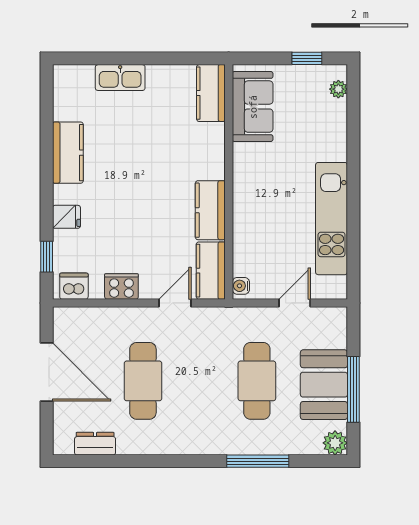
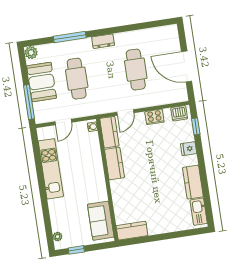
kitchen sink: (120, 78) -> (199, 212), moved, turned -90
kitchen counter: (211, 93) -> (132, 231), moved, turned -90
window: (353, 389) -> (29, 102), moved
dresser: (95, 444) -> (103, 41), moved

